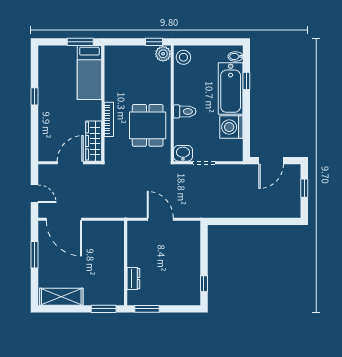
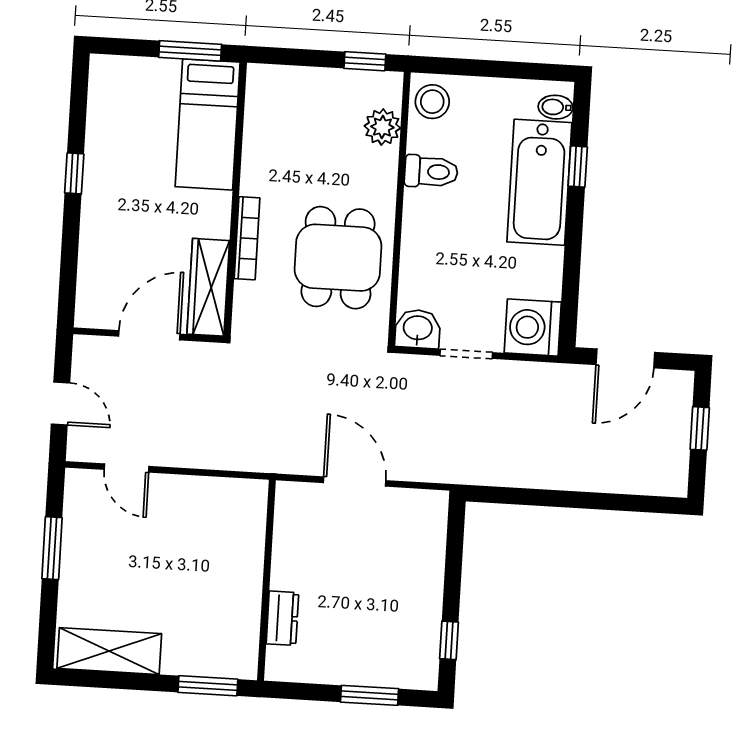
plant: (163, 54) -> (382, 127), moved
toilet: (185, 111) -> (431, 172), moved
washing machine: (231, 127) -> (533, 327), moved
door: (64, 219) -> (127, 468), width x0.53
window: (147, 309) -> (369, 695), moved

